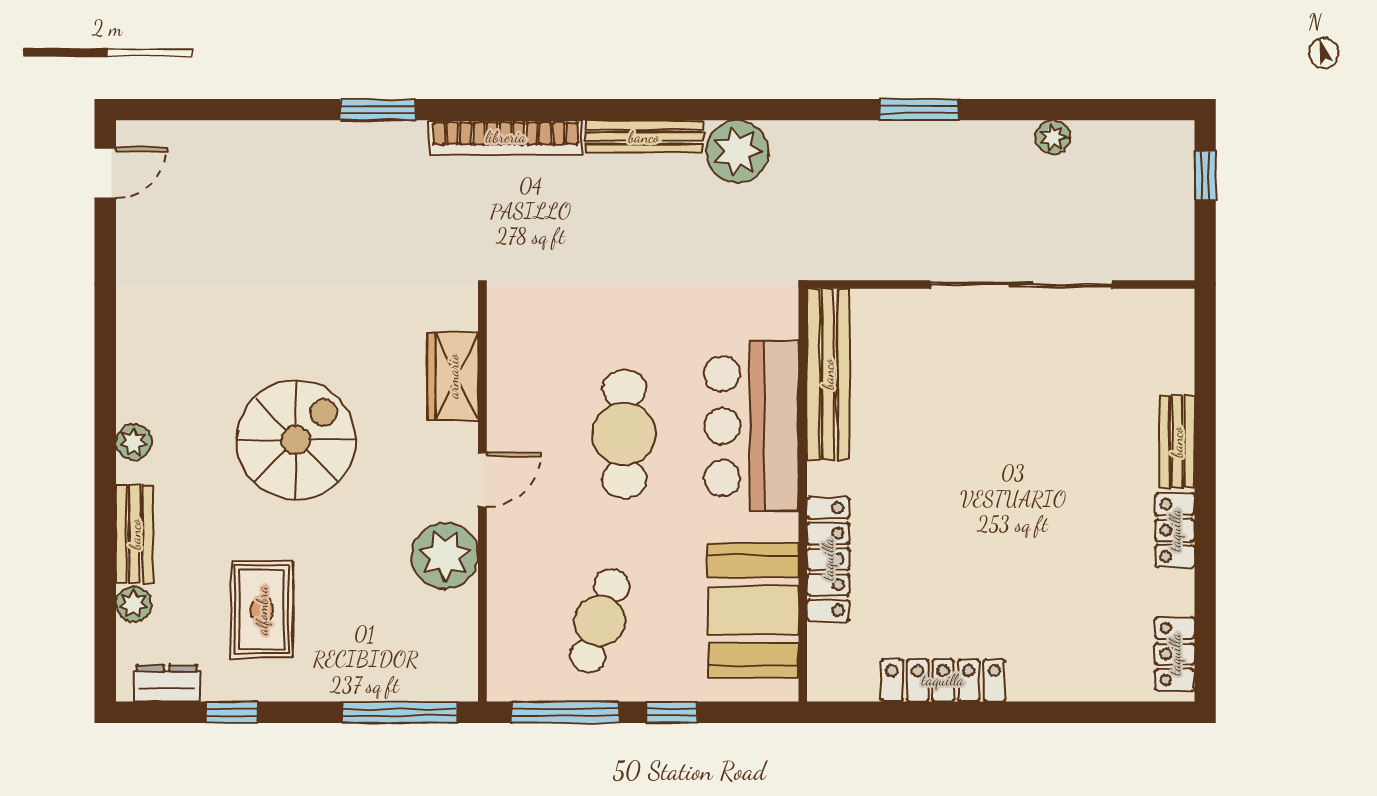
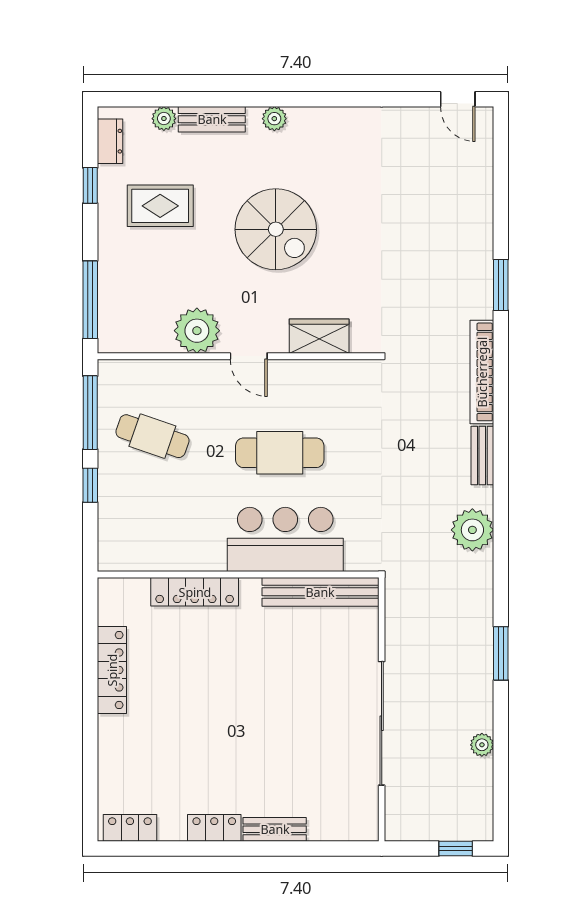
bench: (644, 137) -> (482, 456), width x0.73
booth: (753, 610) -> (160, 541), removed

